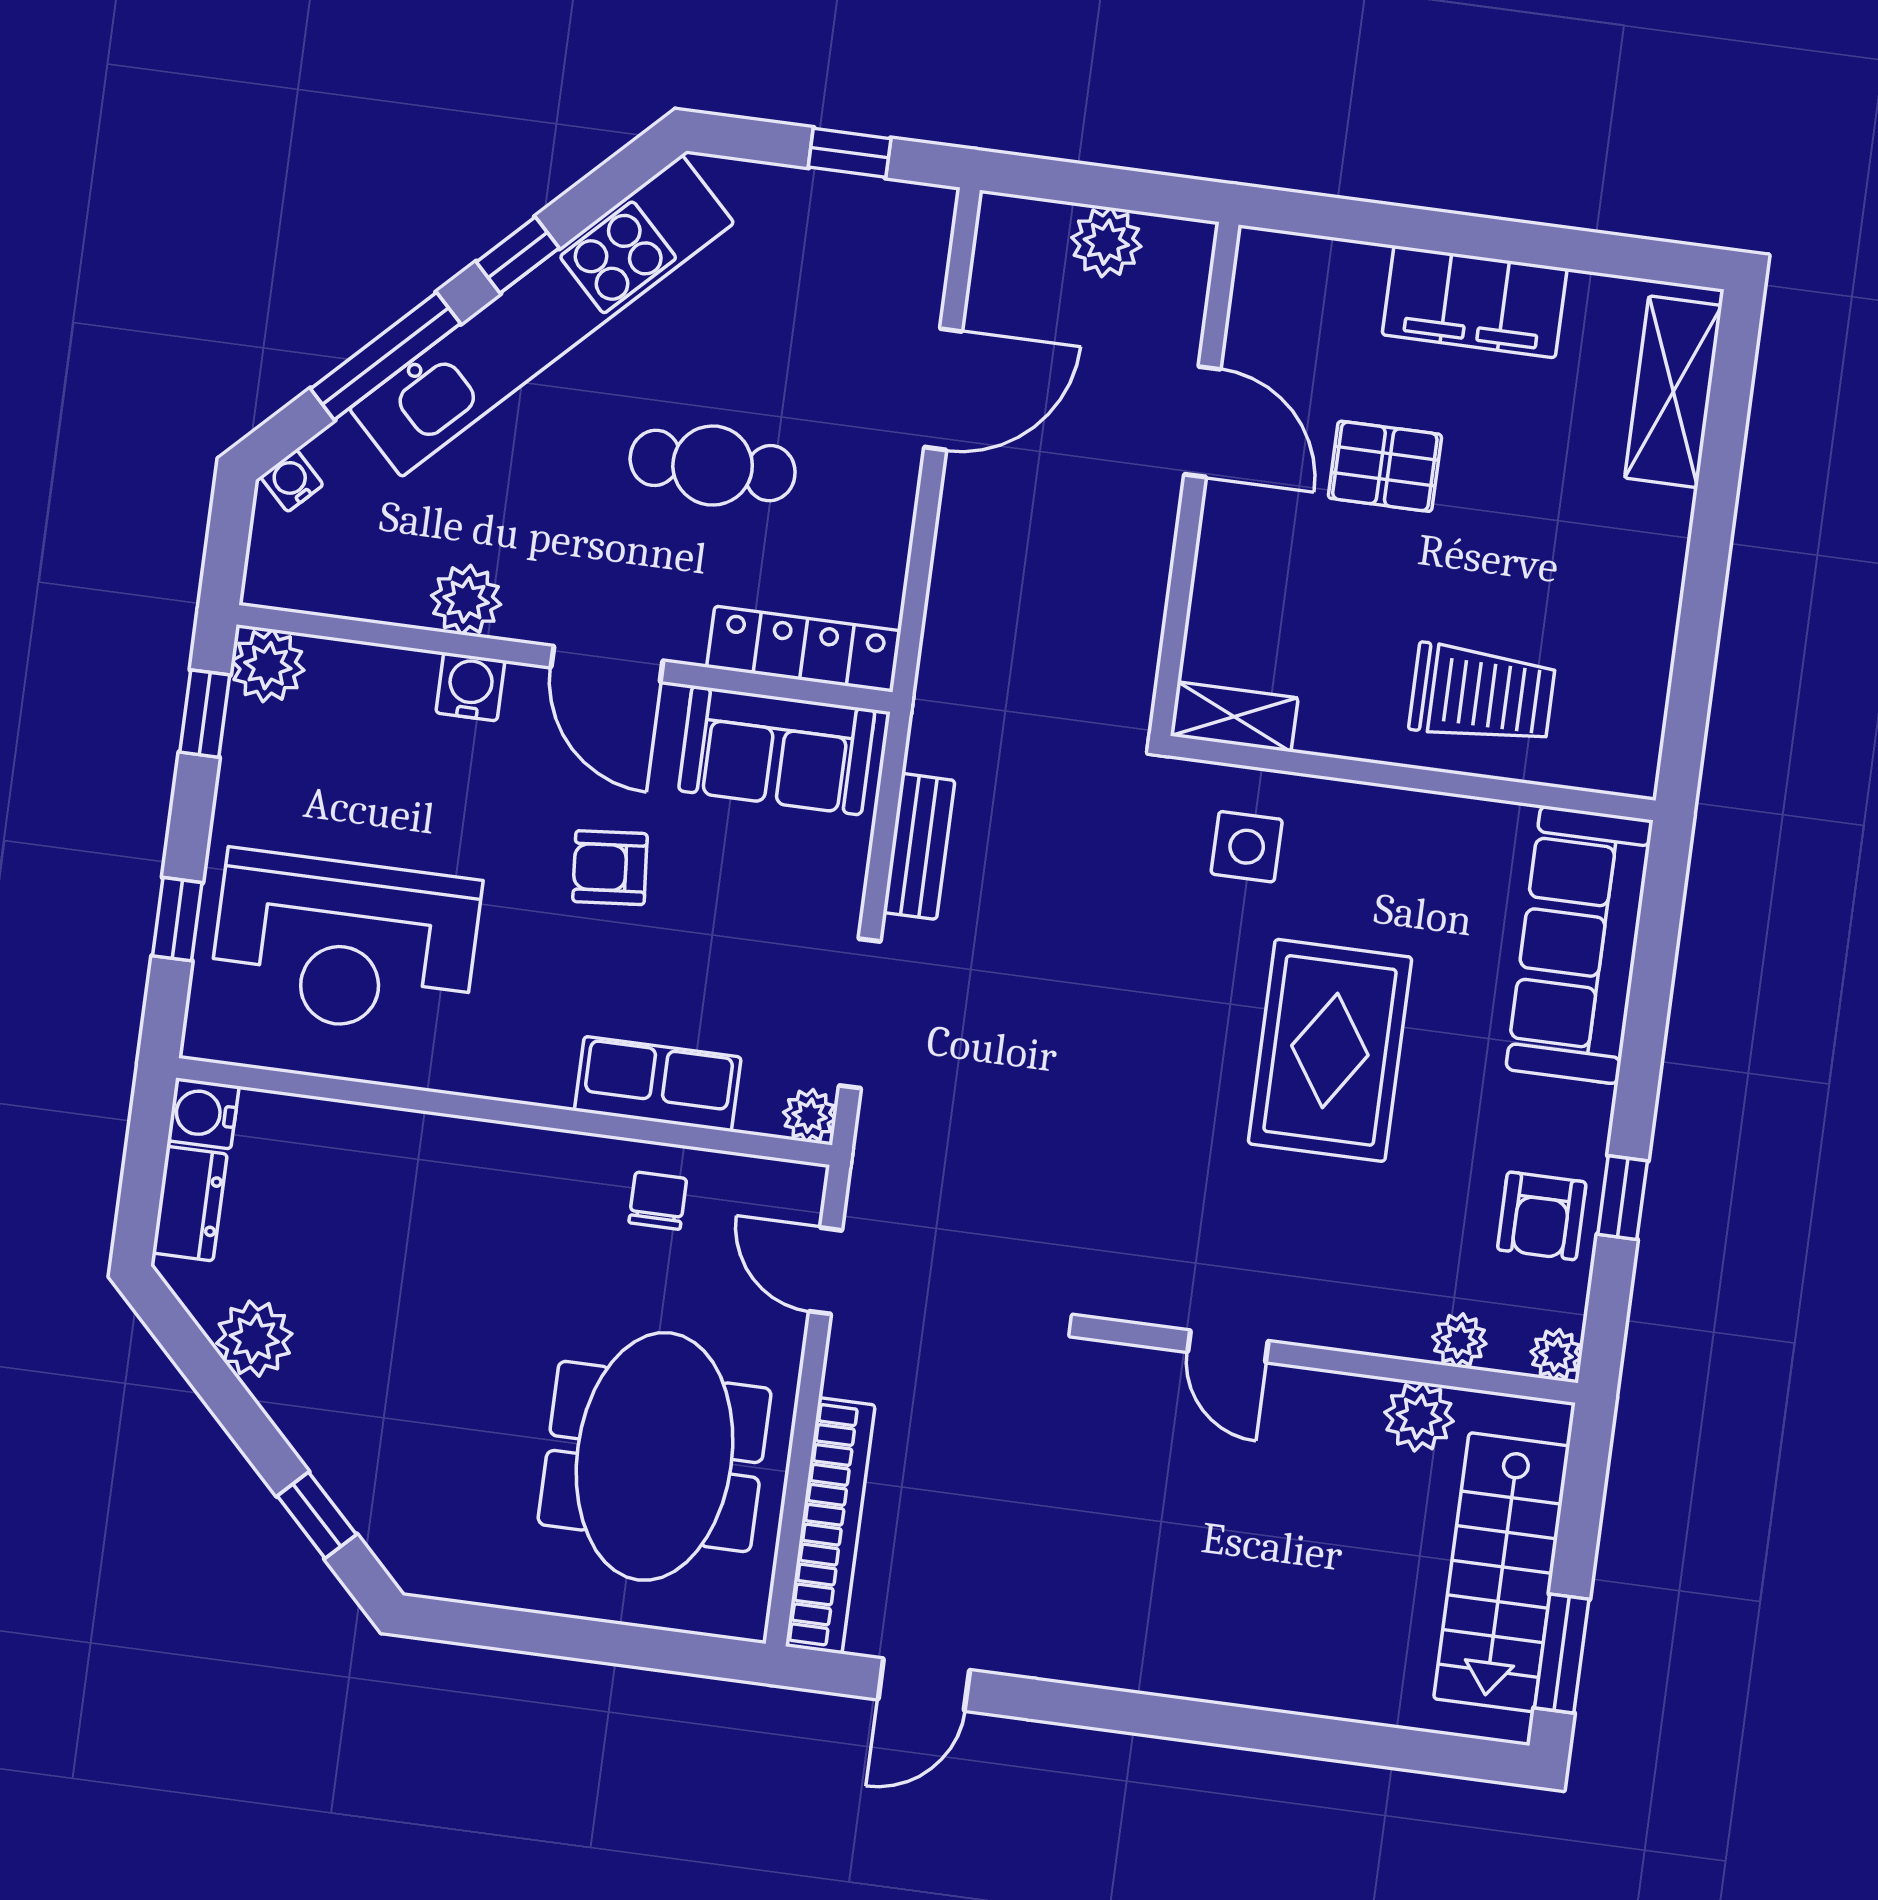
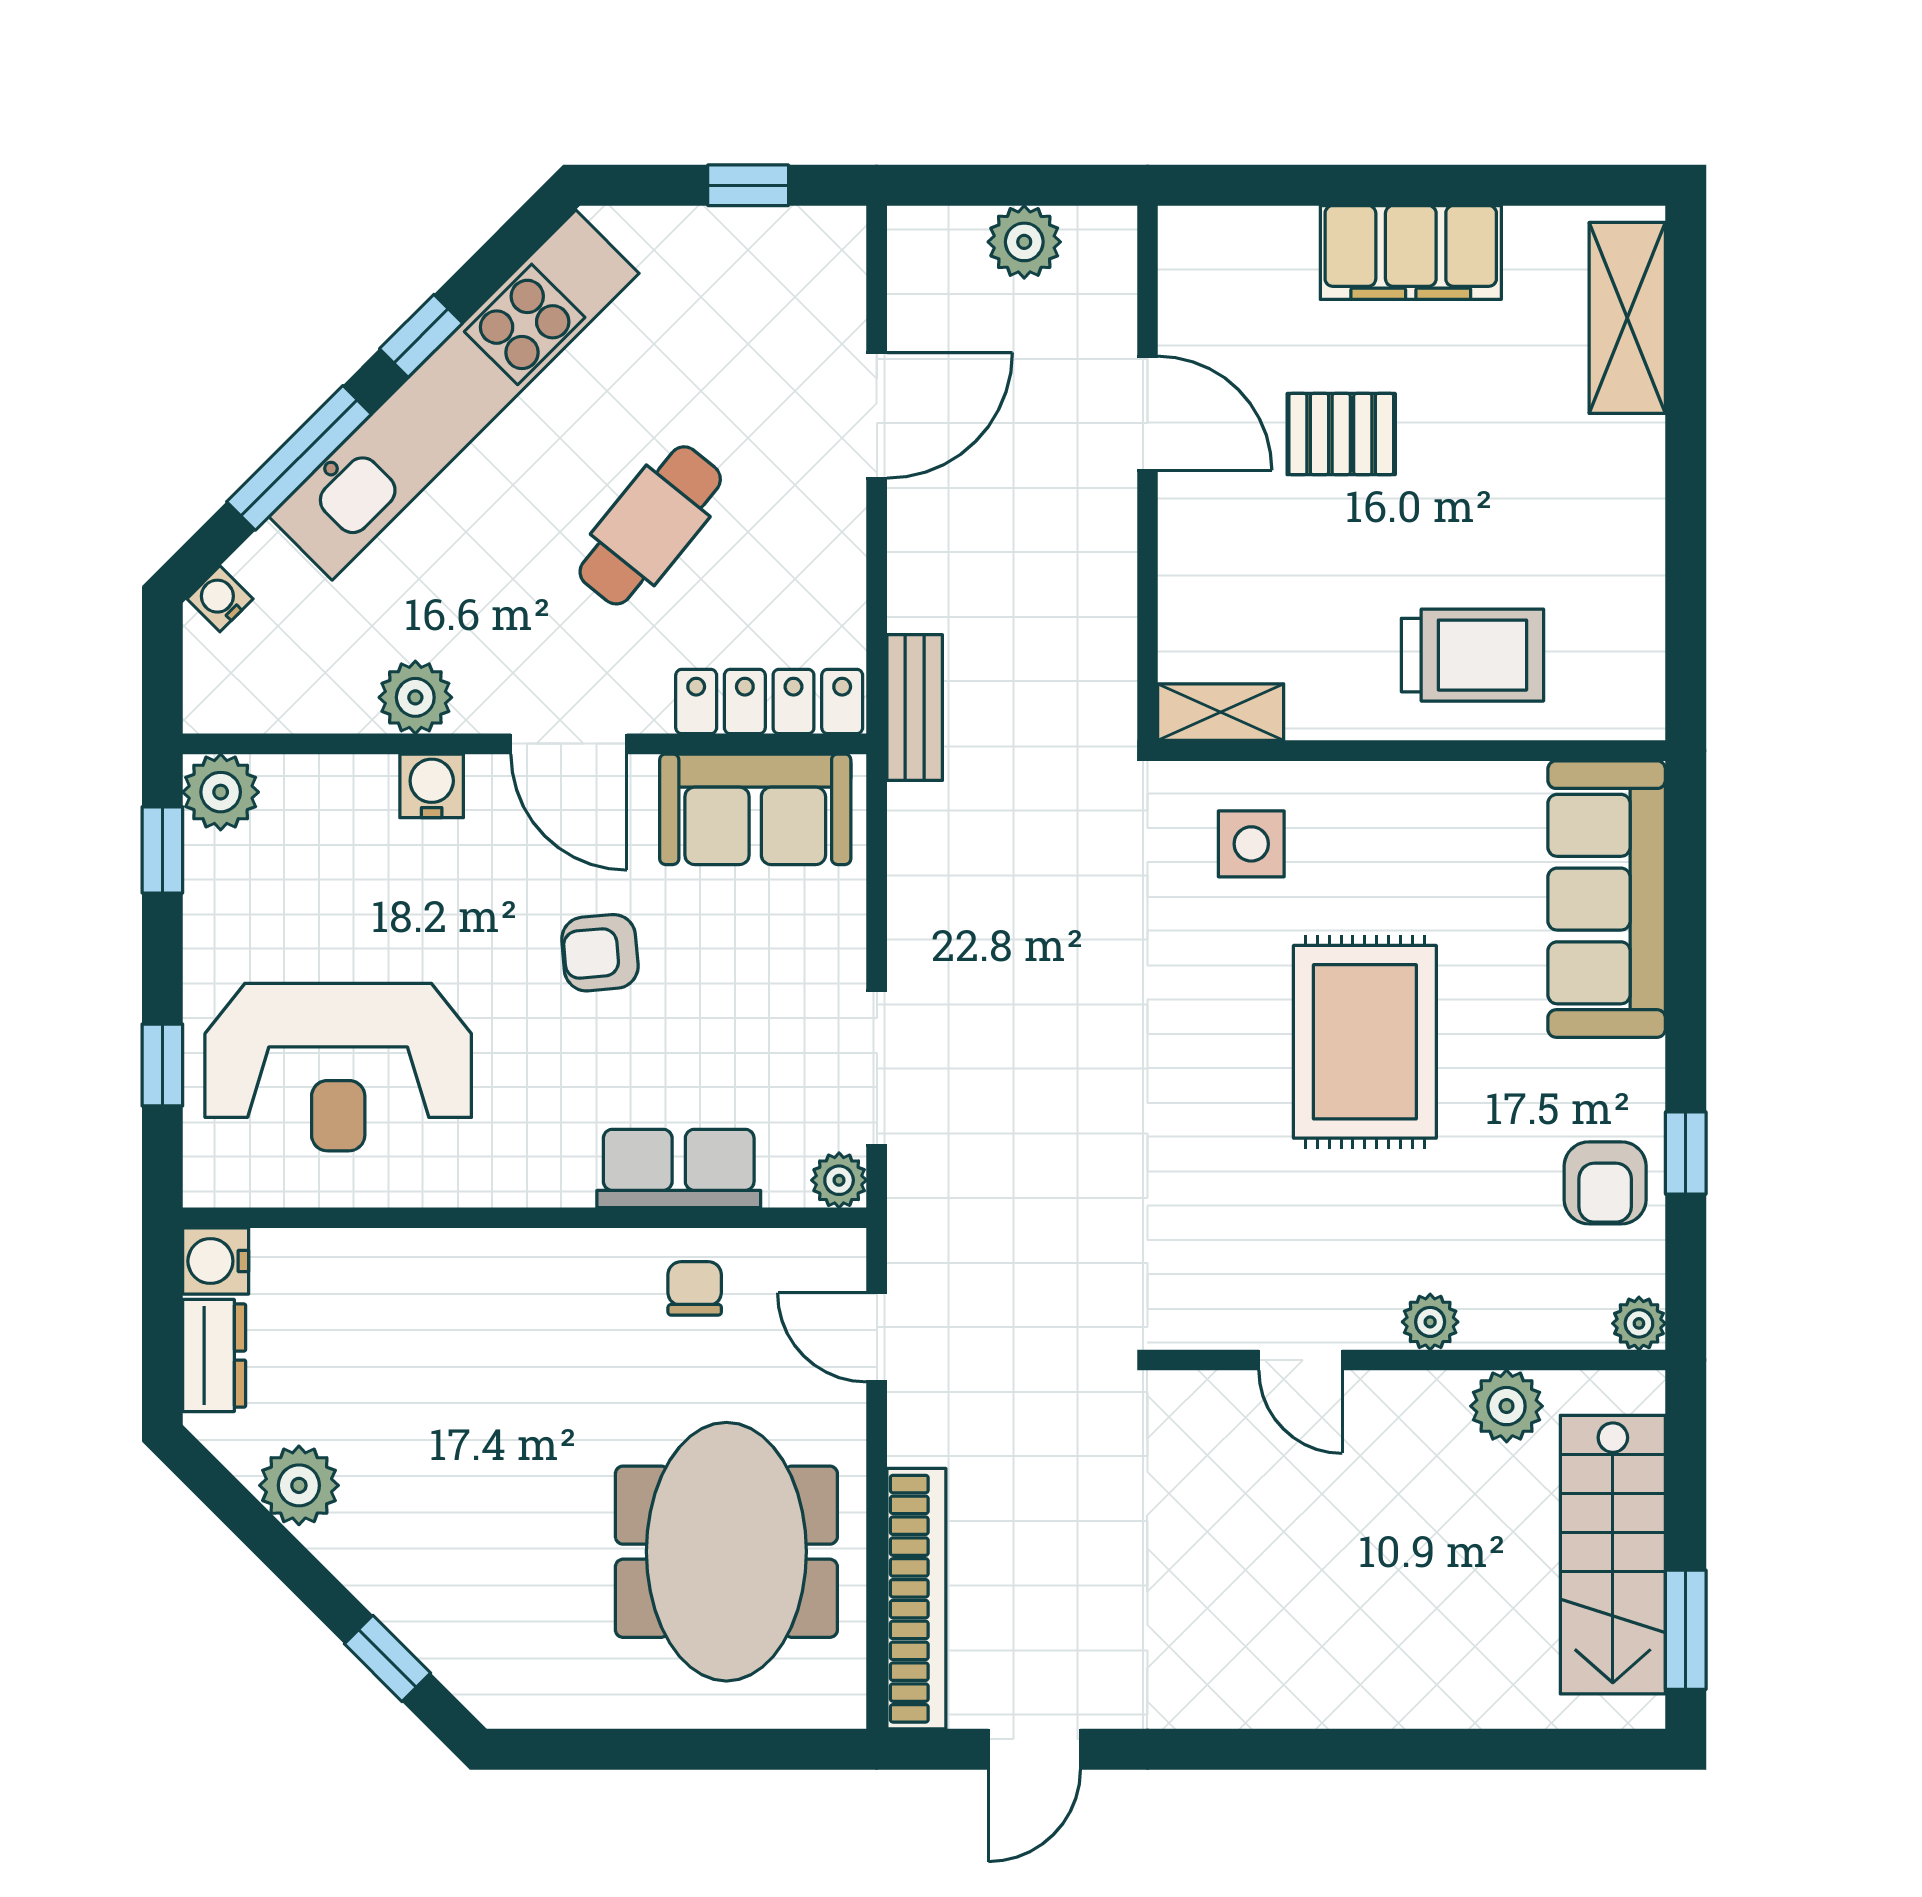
cafe table: (713, 466) -> (650, 525), turned -51
bench: (919, 846) -> (915, 708), moved
plant: (1459, 1340) -> (1430, 1322), moved

